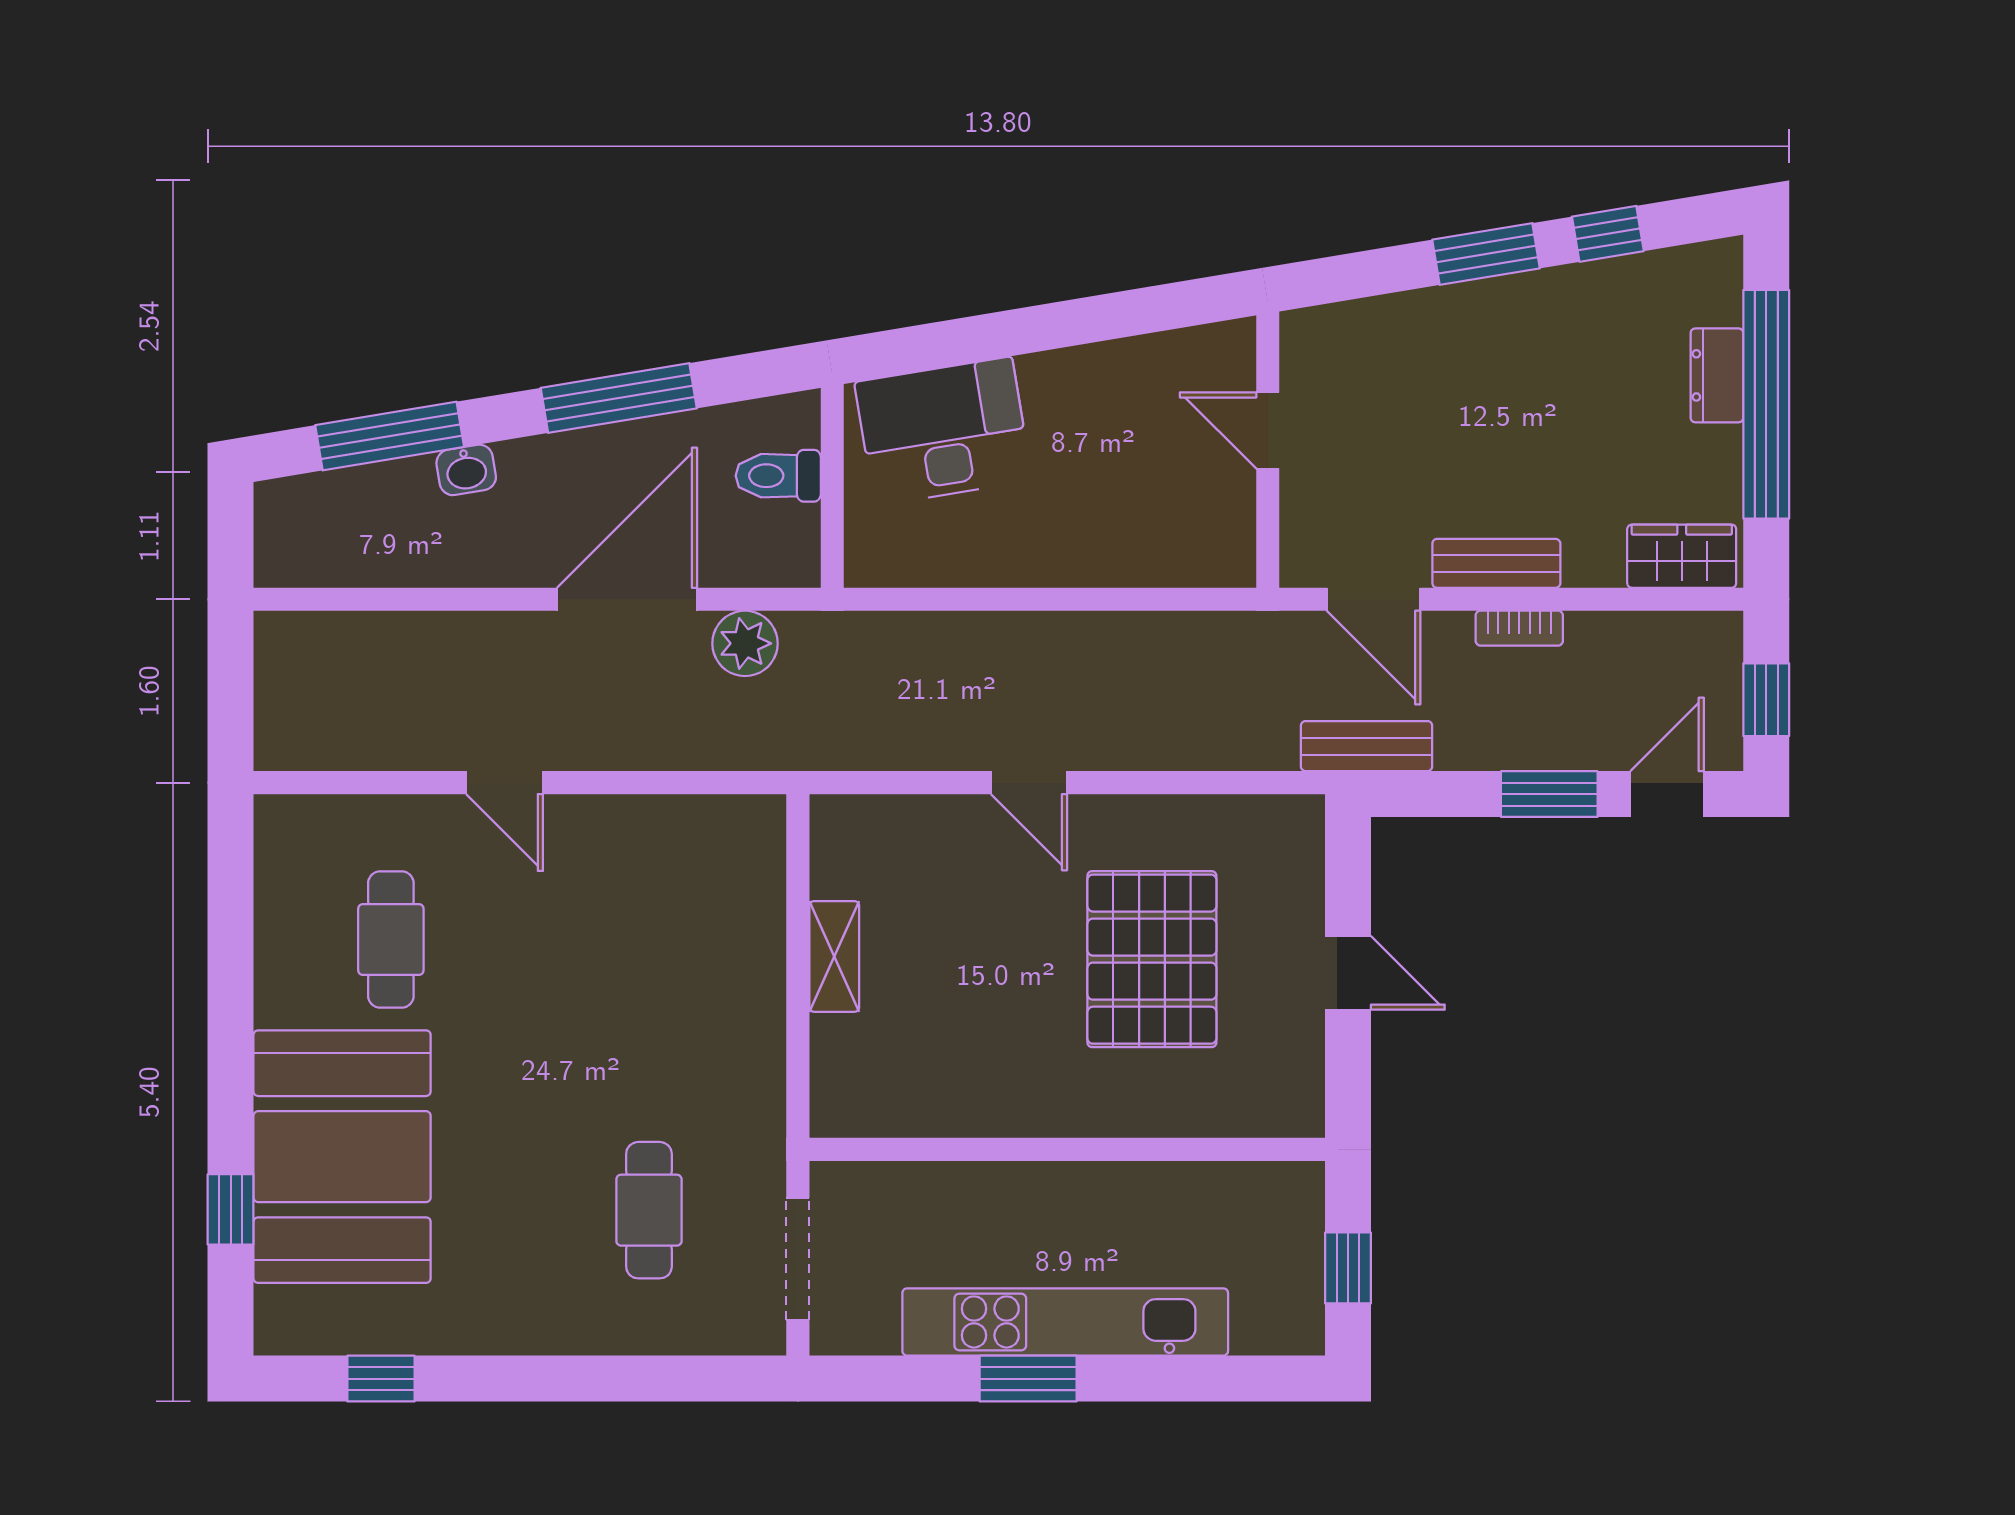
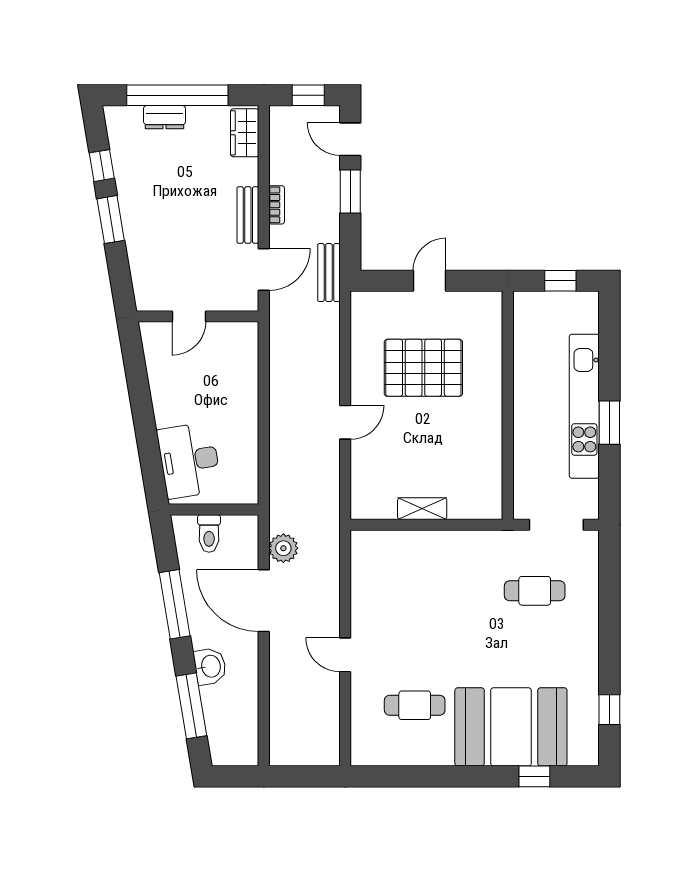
washbasin: (466, 470) -> (210, 666), width x1.38, depth x1.45
door: (505, 783) -> (345, 655), swing flipped

